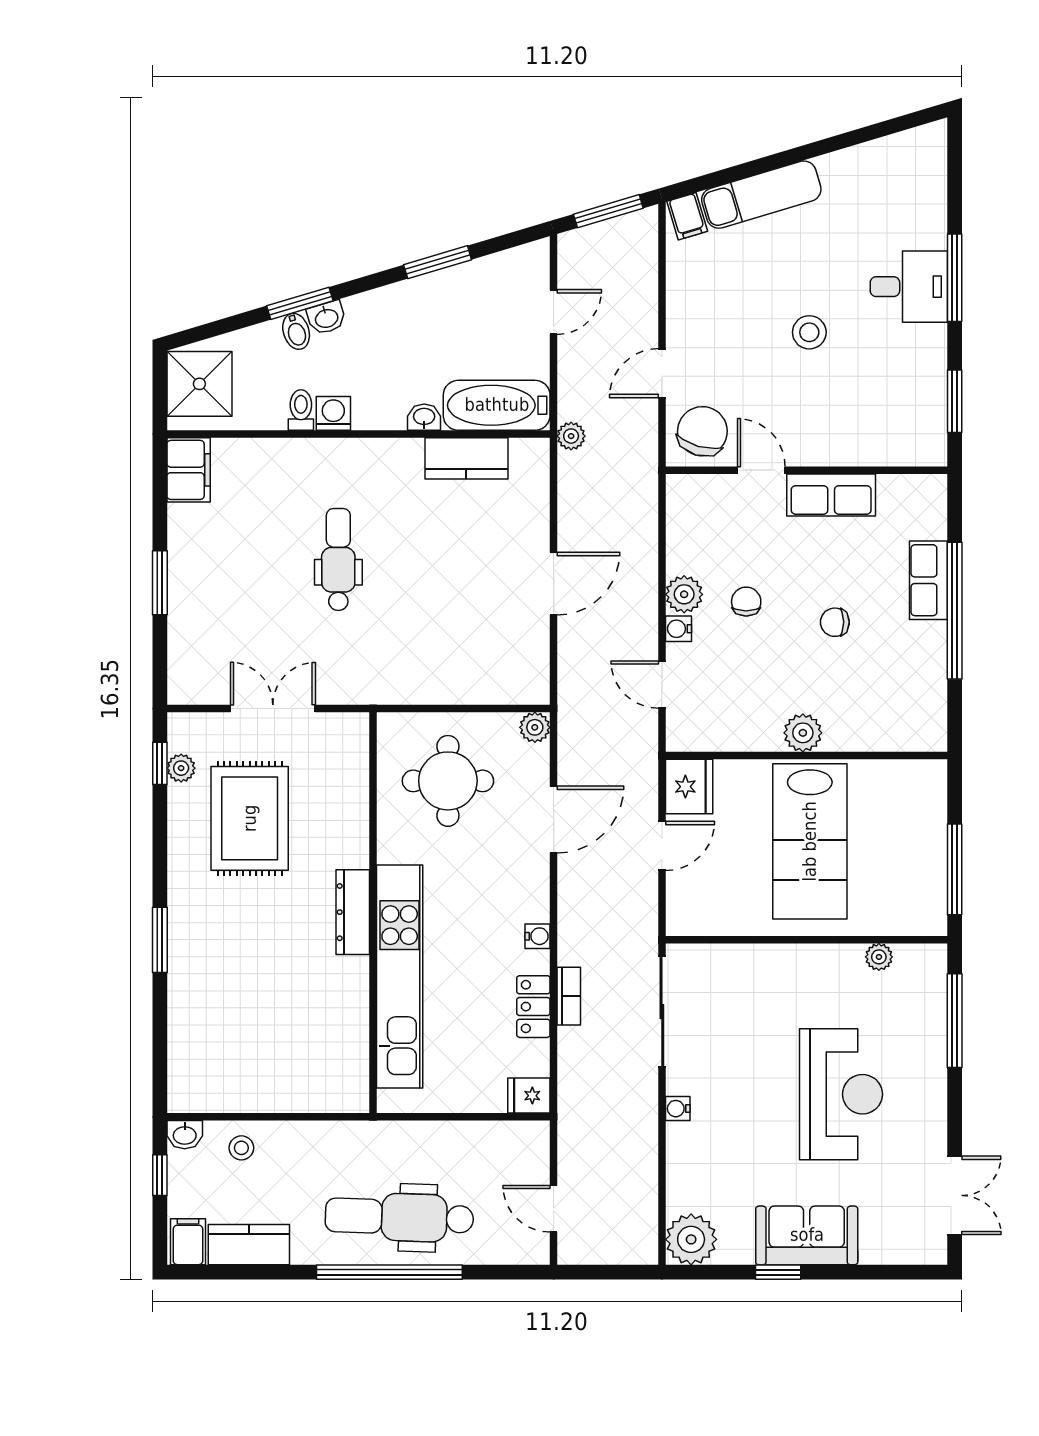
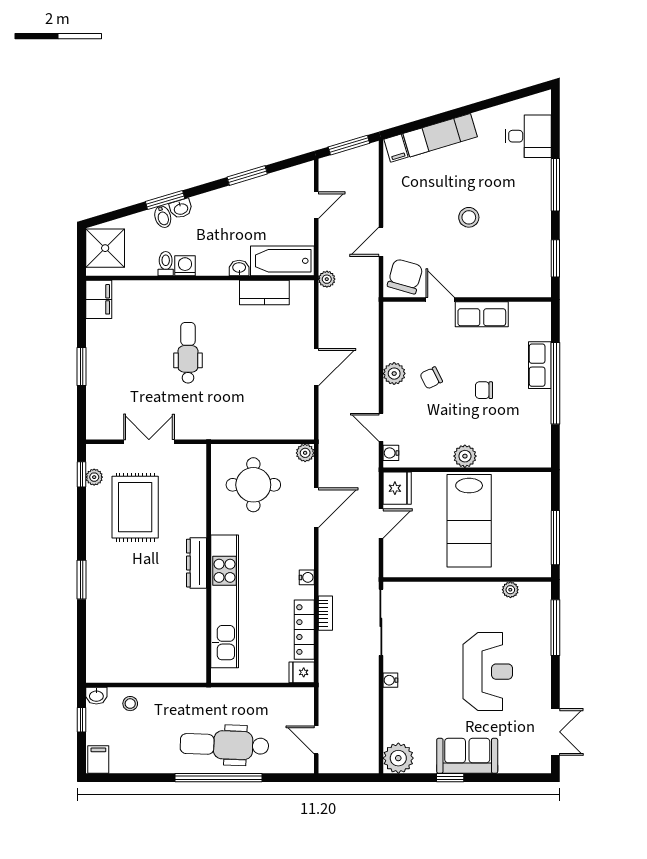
desk: (909, 287) -> (528, 136), moved
chair: (746, 602) -> (431, 378), turned -116
water cooler: (679, 629) -> (391, 453), moved
locker: (533, 1007) -> (304, 630), width x1.53
kitchen counter: (249, 1245) -> (135, 761), removed

